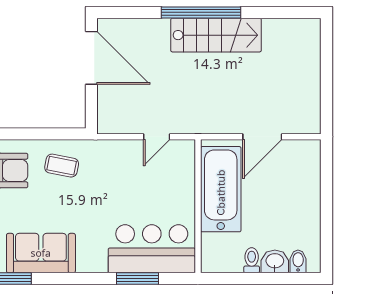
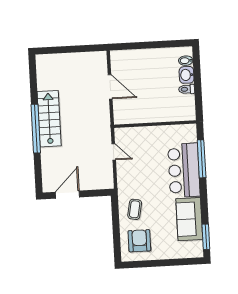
door: (91, 58) -> (67, 195), width x0.73
bathtub: (221, 189) -> (144, 111), removed
bar counter: (152, 249) -> (184, 170), moved
window: (138, 278) -> (202, 159), width x1.44

